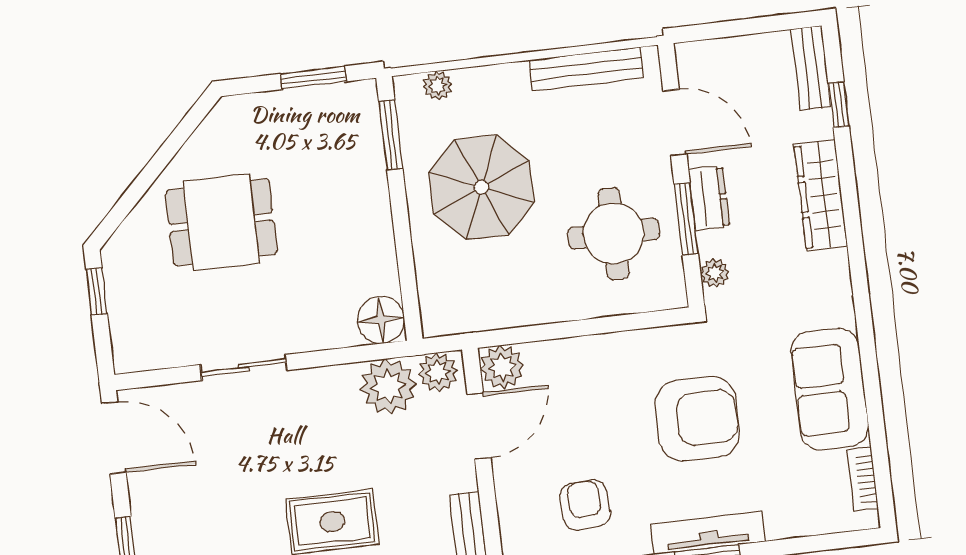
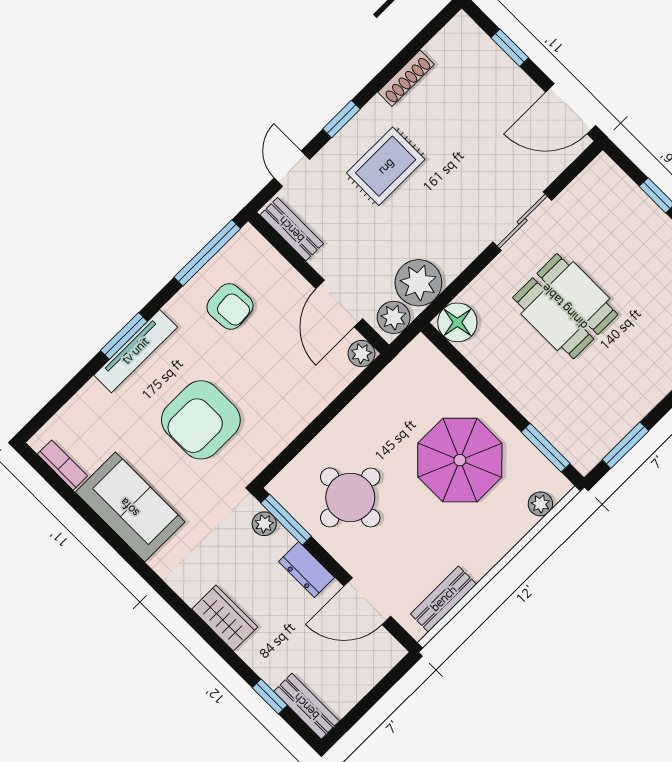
bench: (586, 69) -> (444, 599), width x0.73
wardrobe: (821, 195) -> (225, 618), width x0.67
window: (686, 219) -> (286, 520), moved
dining table: (221, 222) -> (565, 306), moved, turned 90
plant: (502, 367) -> (361, 354), width x0.73, depth x0.73

